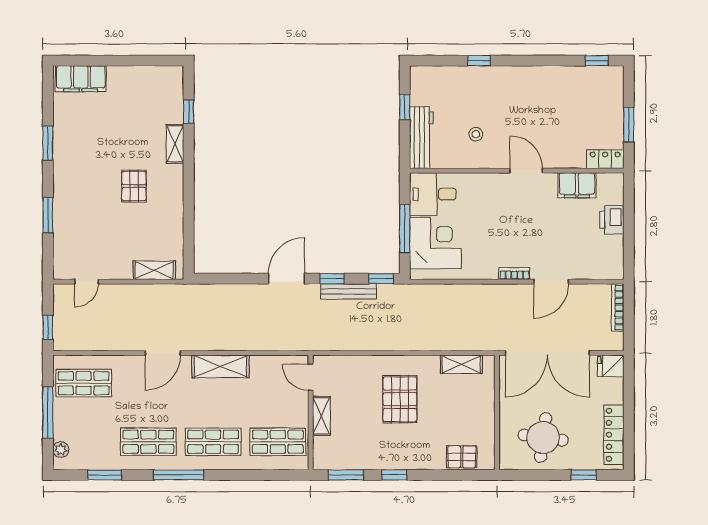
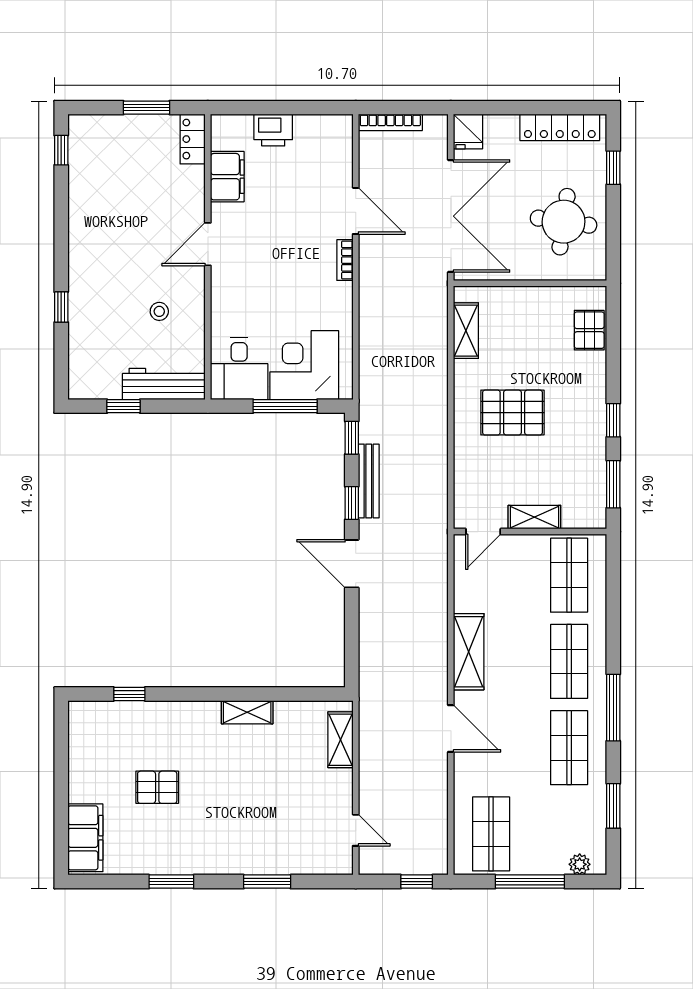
shelving: (175, 144) -> (247, 712), moved
pallet: (134, 186) -> (157, 787), moved

